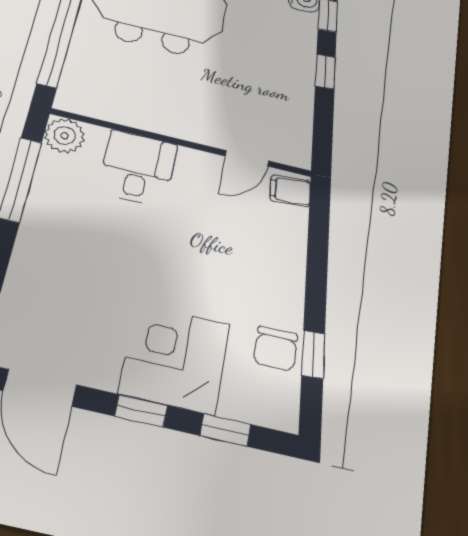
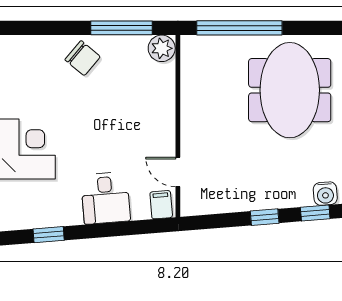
desk: (138, 168) -> (106, 198), moved, turned 85
chair: (276, 349) -> (83, 58), moved, turned -140

